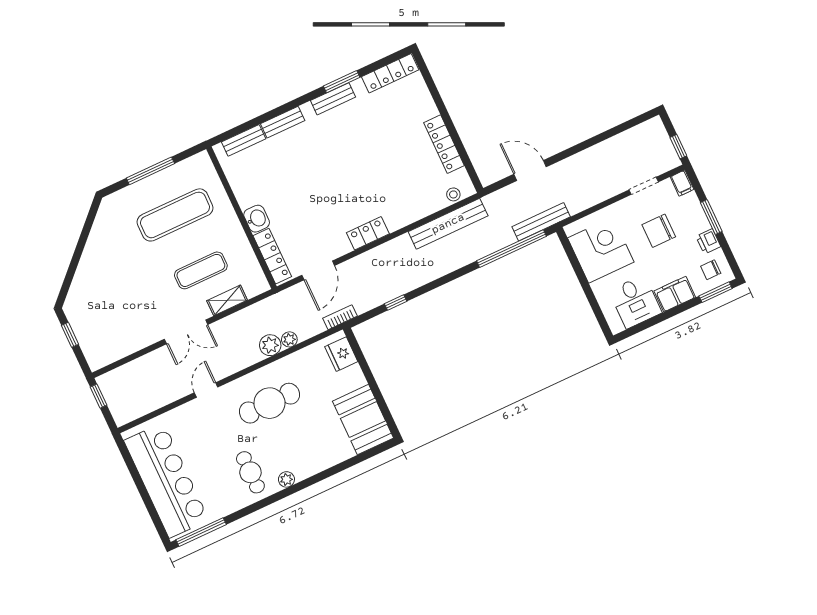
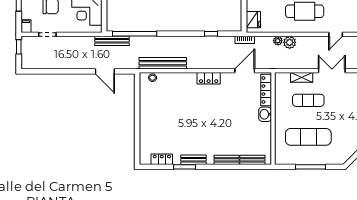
locker: (390, 73) -> (162, 159), width x0.66
locker: (444, 144) -> (145, 107), removed

